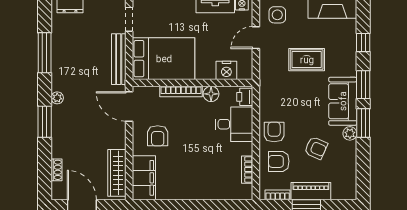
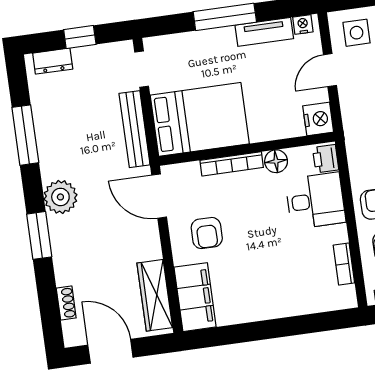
nightstand: (226, 70) -> (318, 119), moved, turned -90
plant: (57, 98) -> (60, 197), width x1.88, depth x1.88

